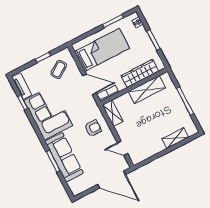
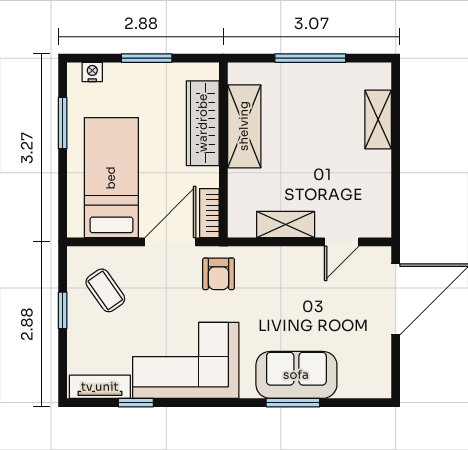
shelving: (113, 113) -> (286, 224), moved
armchair: (93, 128) -> (219, 274), moved, turned 180
sofa: (64, 157) -> (296, 375), width x0.73

